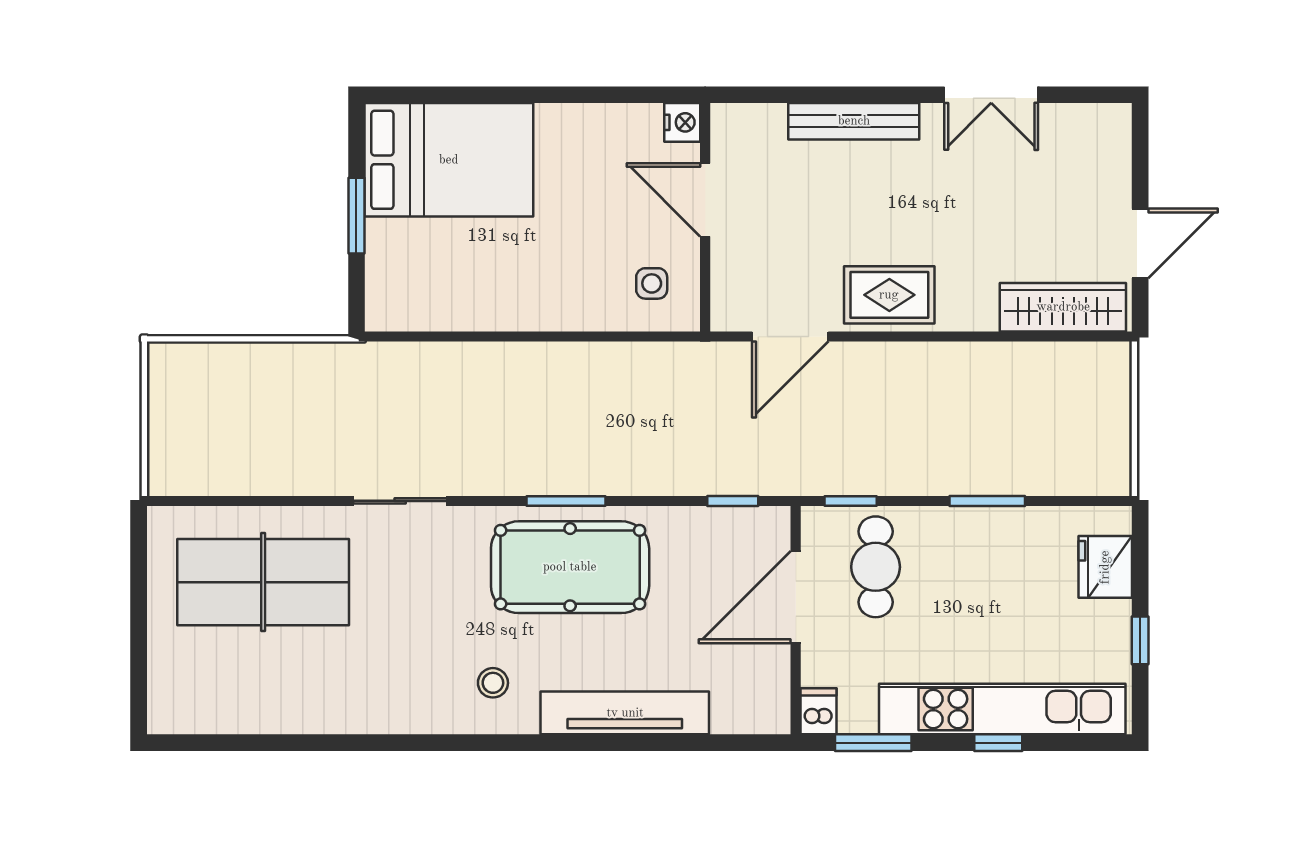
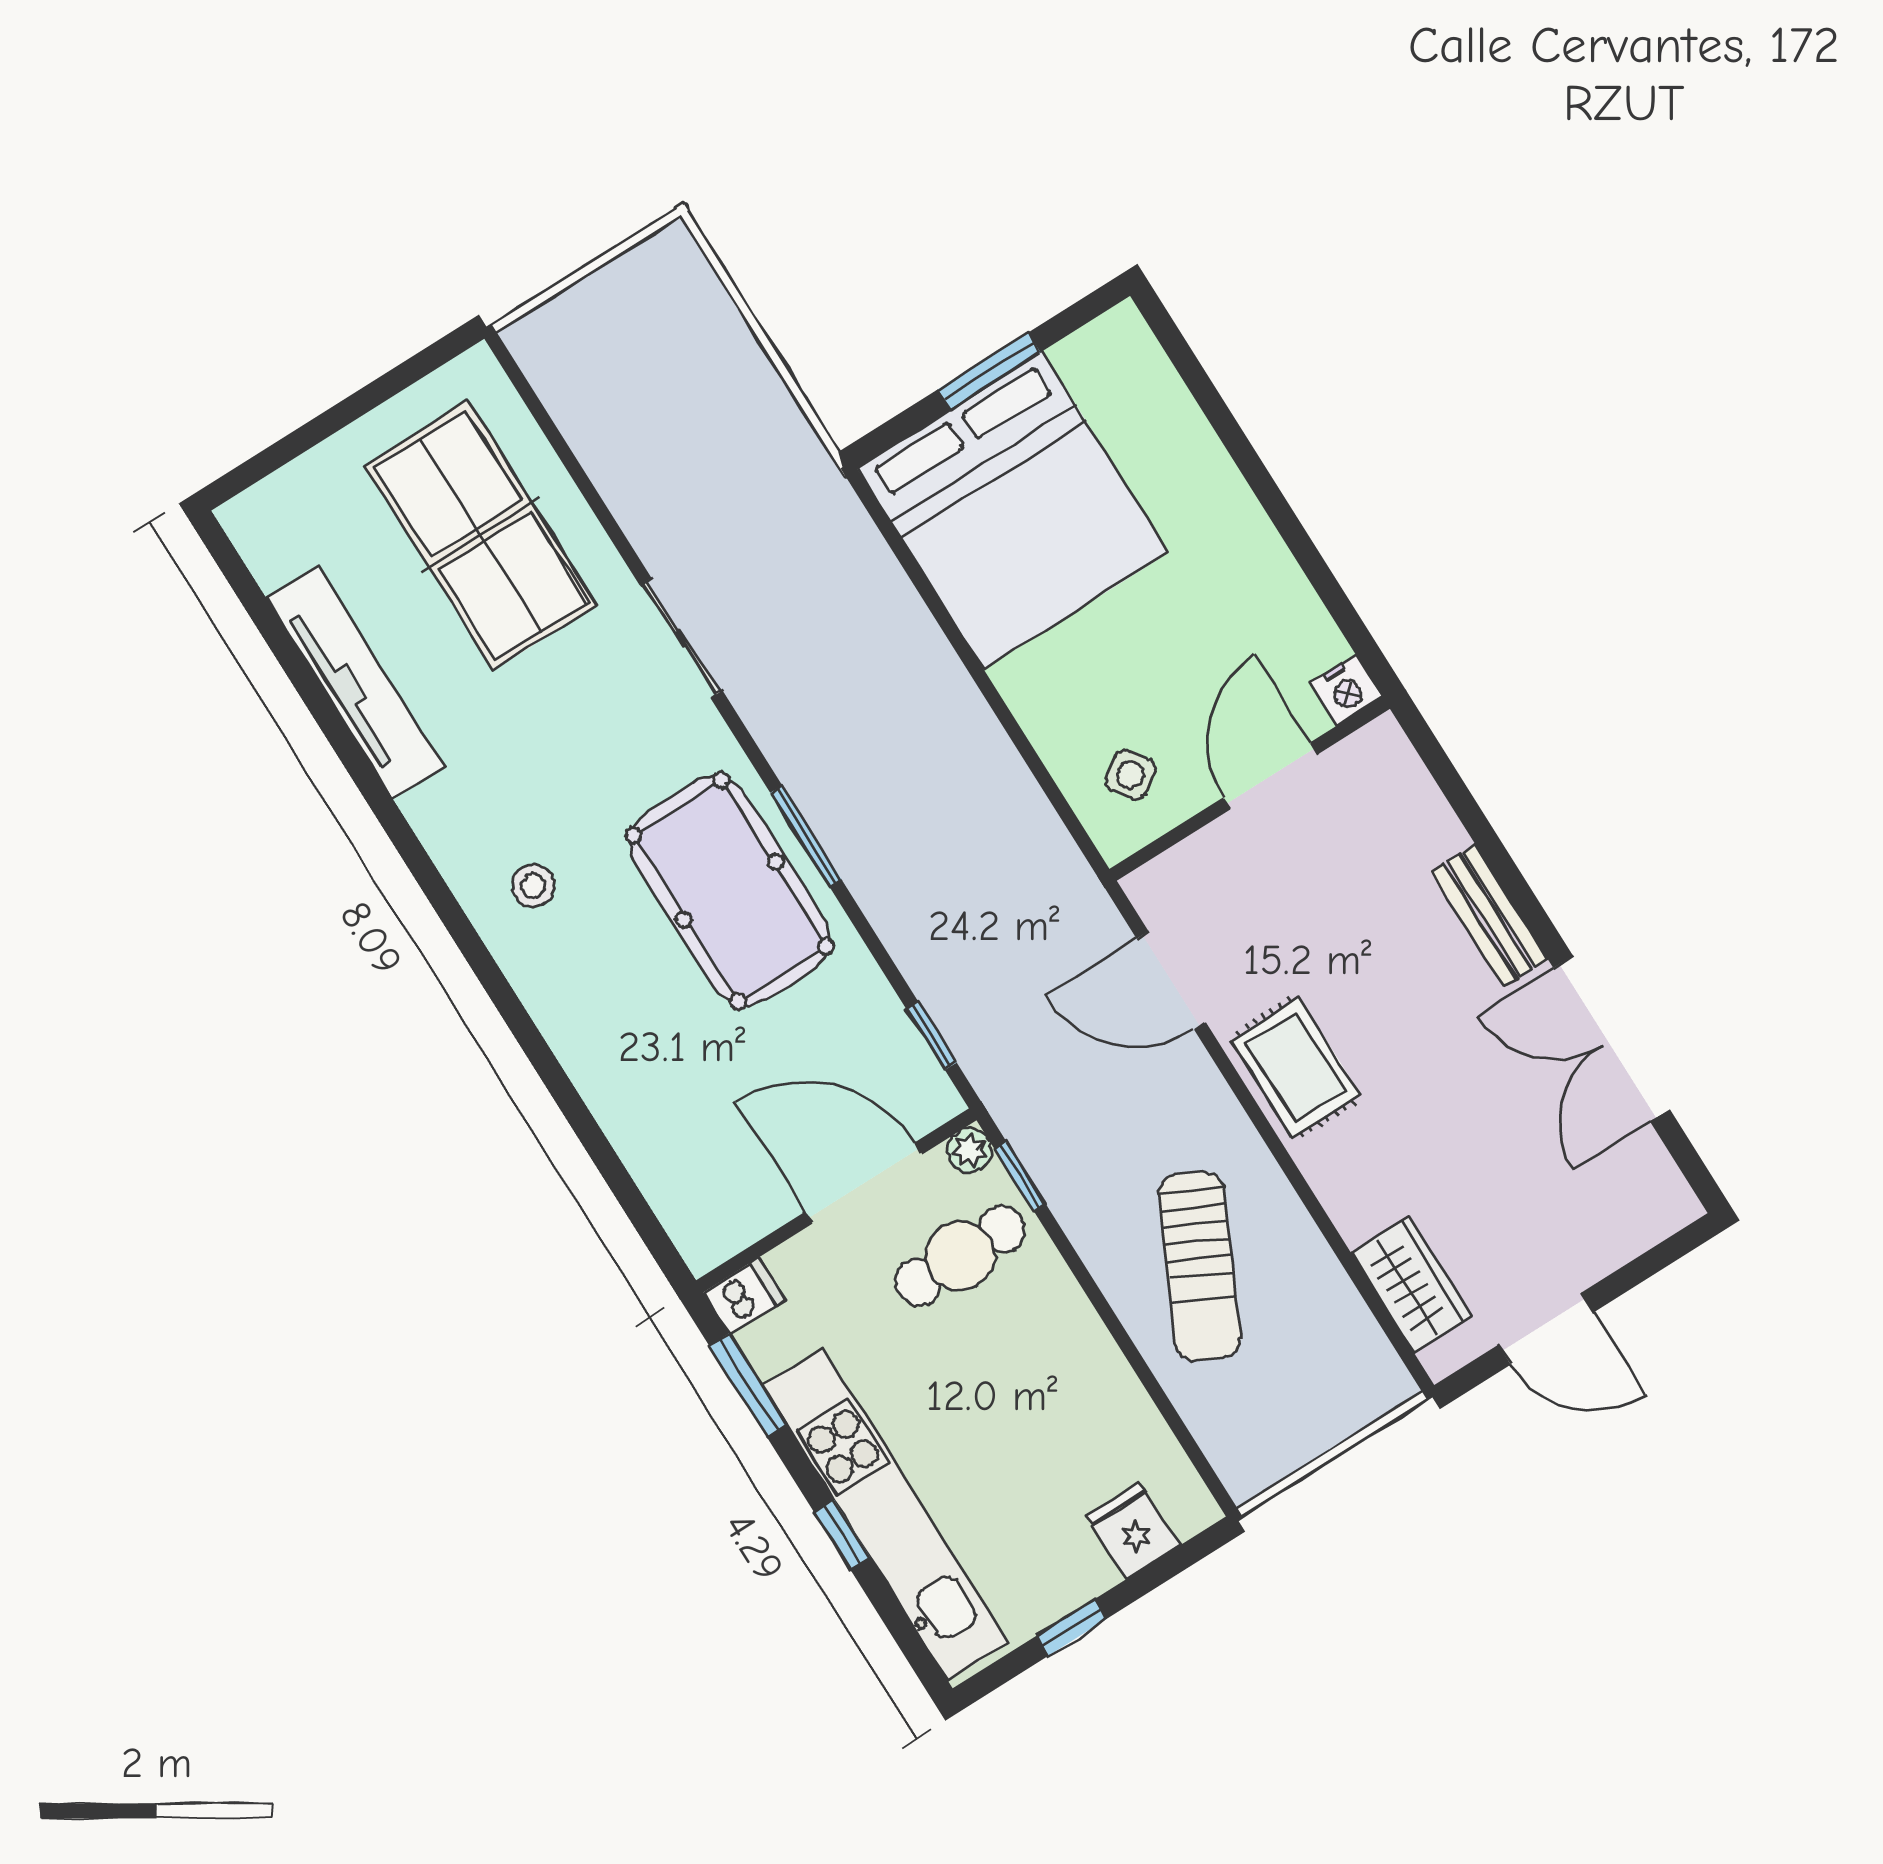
double door: (991, 95) -> (1612, 1039), width x1.37
bench: (854, 121) -> (1490, 915), width x0.73
bed: (449, 160) -> (1013, 510), moved, width x1.36
side table: (652, 283) -> (1130, 775), turned -34
wardrobe: (1063, 307) -> (1412, 1284), width x0.67
sun lounger: (972, 427) -> (1200, 1266), added
window: (987, 501) -> (1123, 1340), removed
plant: (816, 521) -> (970, 1150), added
fridge: (1105, 567) -> (1133, 1530), width x0.72
tv unit: (625, 713) -> (355, 682), moved

